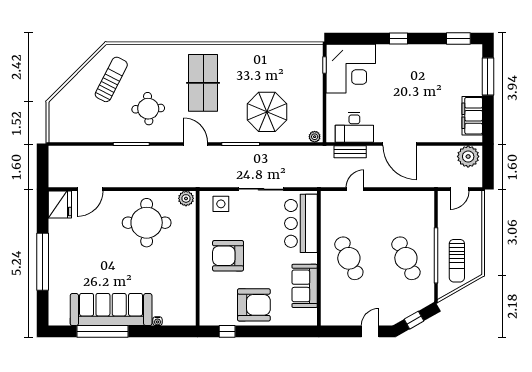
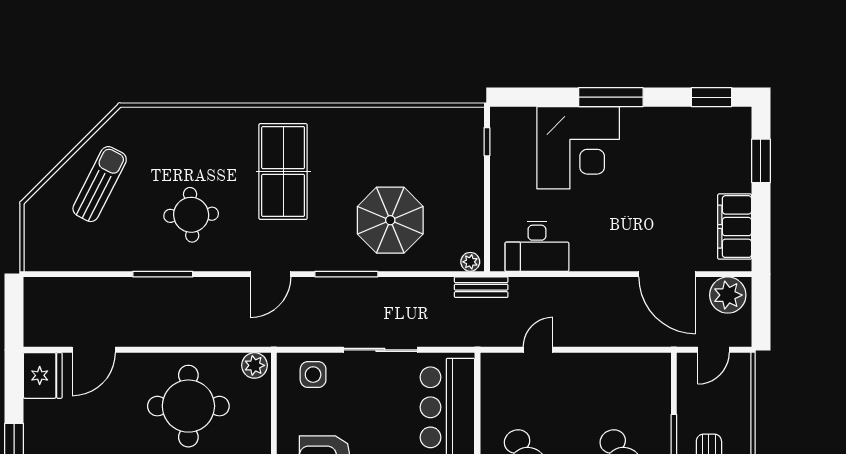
window: (398, 38) -> (611, 97), width x2.17
corner desk: (351, 69) -> (578, 148), moved
window: (488, 77) -> (761, 161), width x0.69
sun lounger: (111, 79) -> (100, 184), moved
door: (196, 144) -> (270, 274), swing flipped
door: (400, 144) -> (667, 274), moved
bench: (350, 152) -> (481, 287), moved

